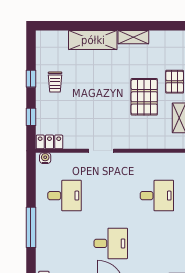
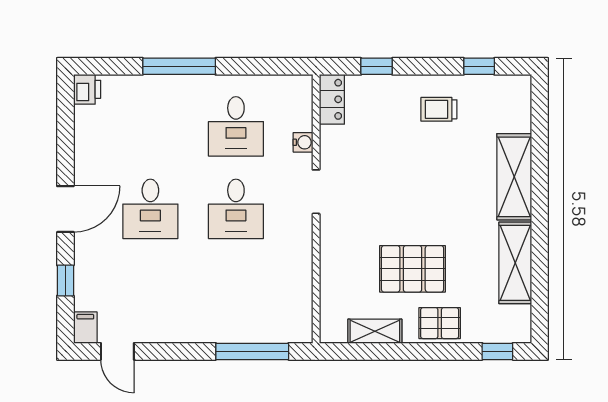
shelving: (133, 37) -> (515, 263), width x1.50, depth x1.33
window: (31, 79) -> (479, 66), moved
water cooler: (45, 158) -> (303, 142), moved
desk: (157, 196) -> (236, 209), moved

